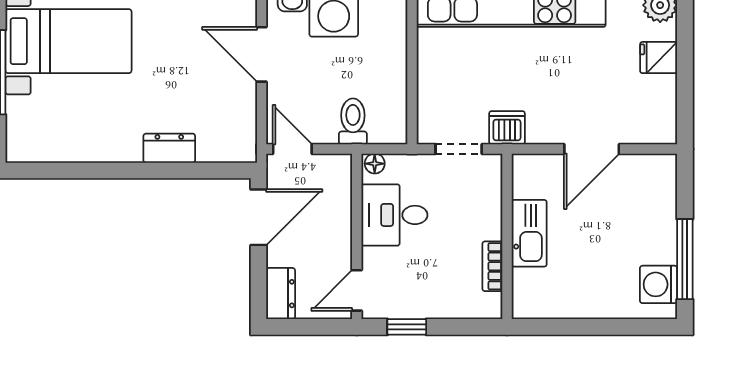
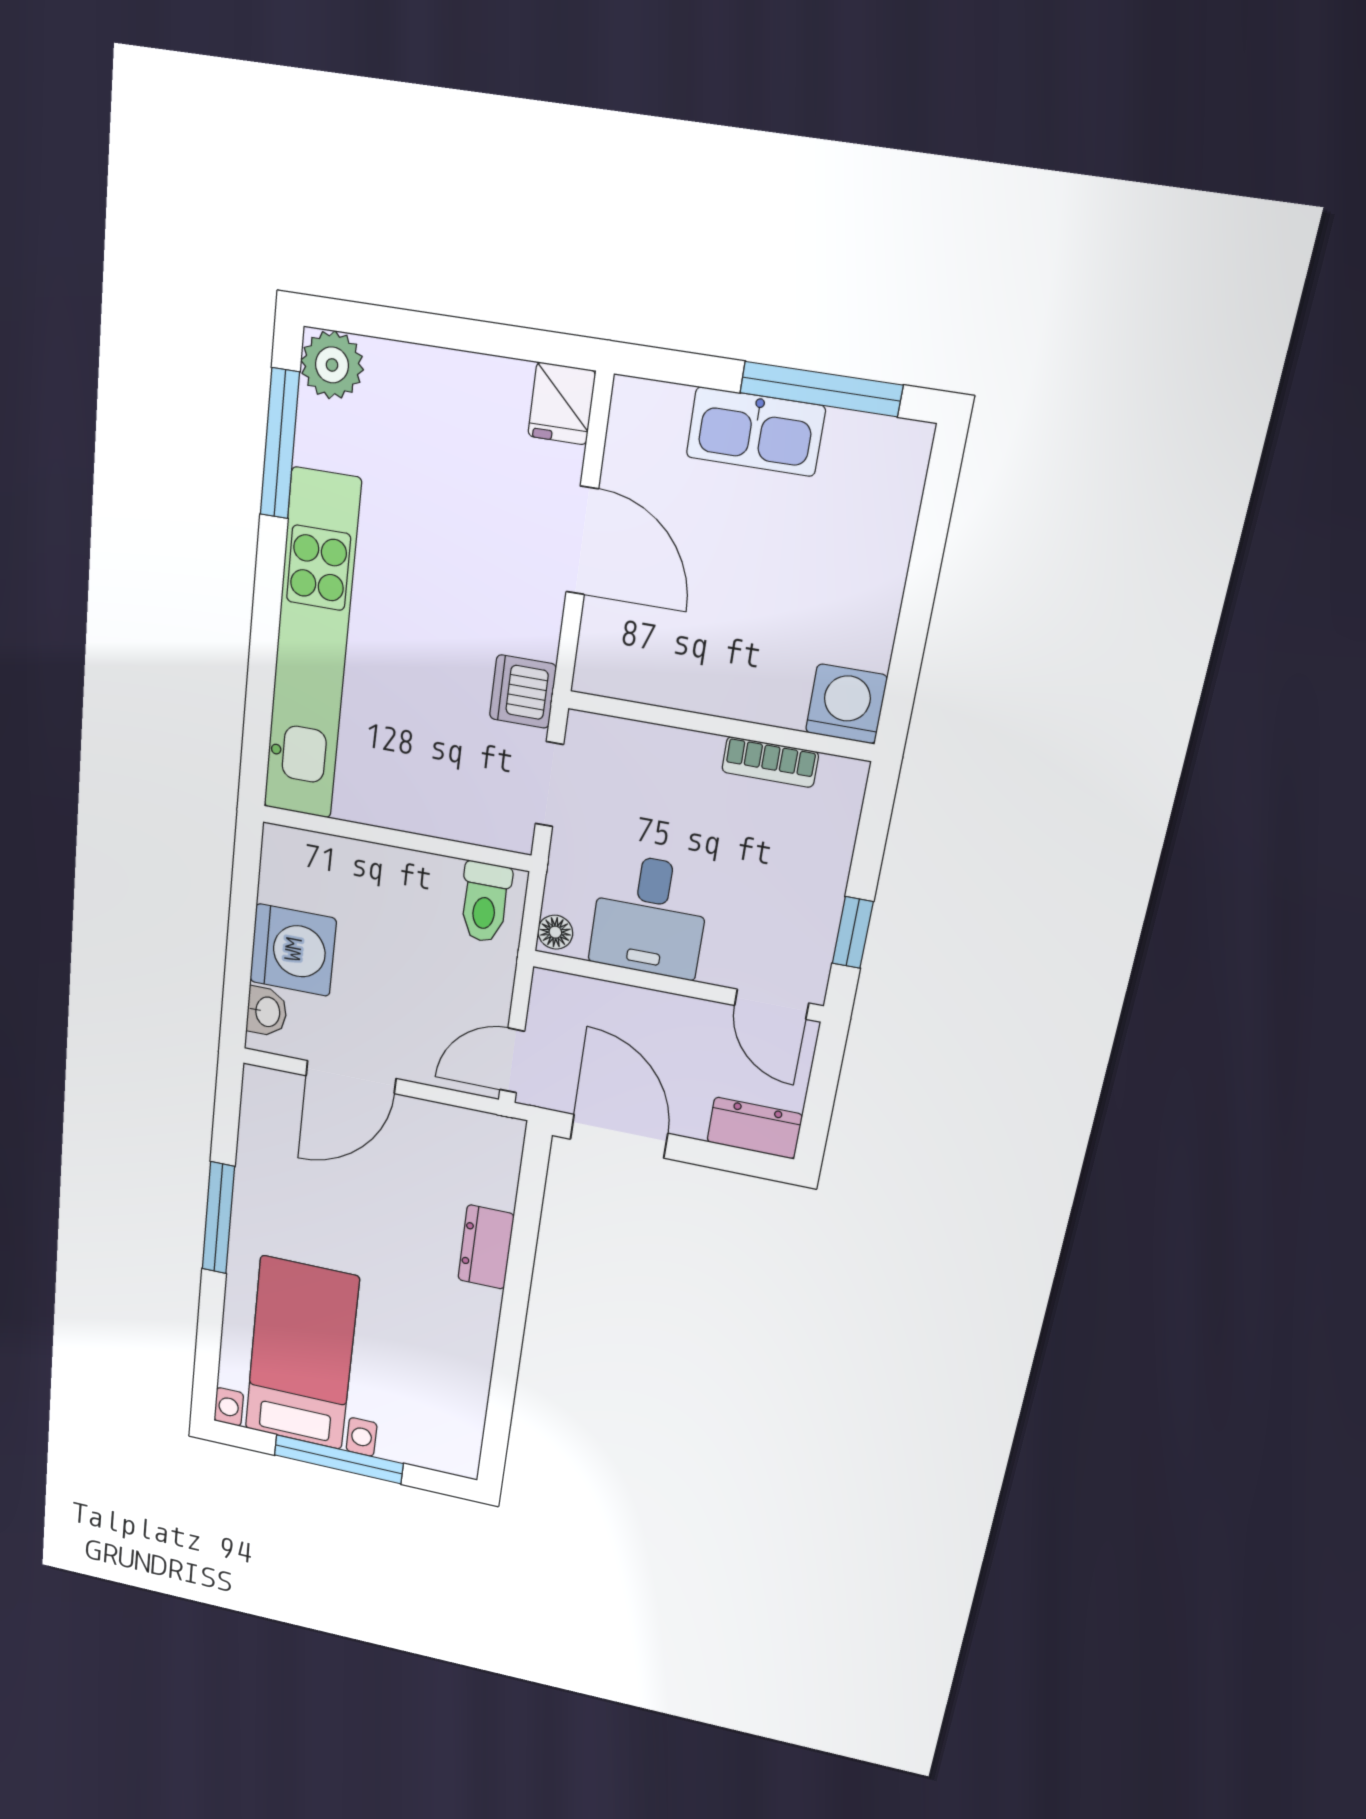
fridge: (659, 58) -> (562, 404), moved
toilet: (353, 121) -> (485, 902), moved, turned -90
kitchen sink: (529, 233) -> (756, 432), moved, turned 180
washing machine: (659, 284) -> (846, 704), moved, turned 180

